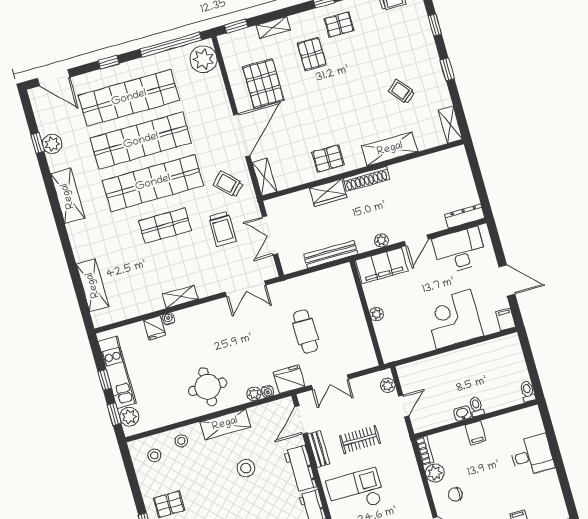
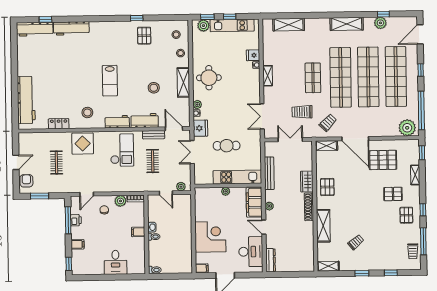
kitchen unit: (350, 302) -> (237, 177), added

